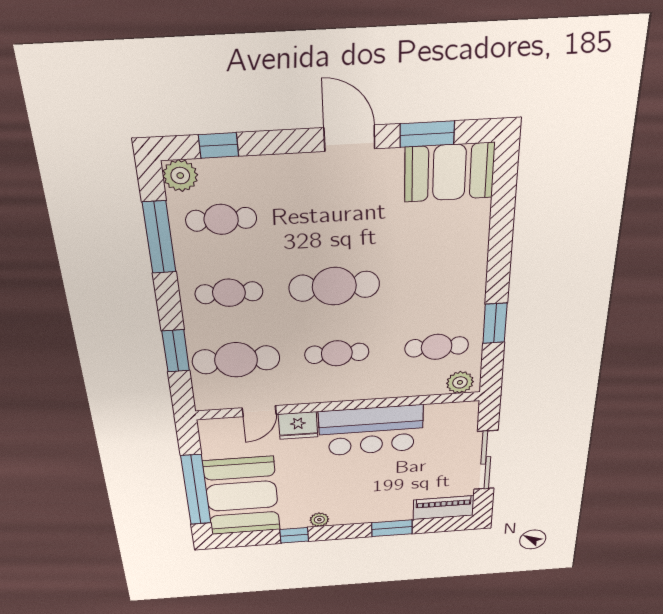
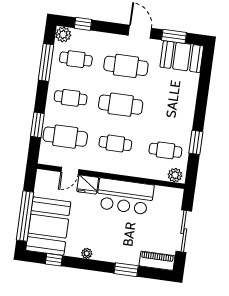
cafe table: (331, 213) -> (126, 66), added
window: (294, 535) -> (54, 260), moved

